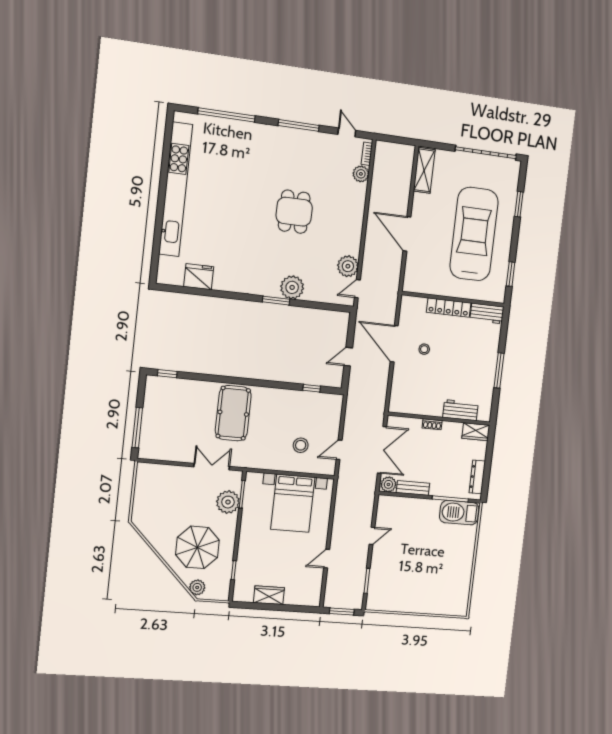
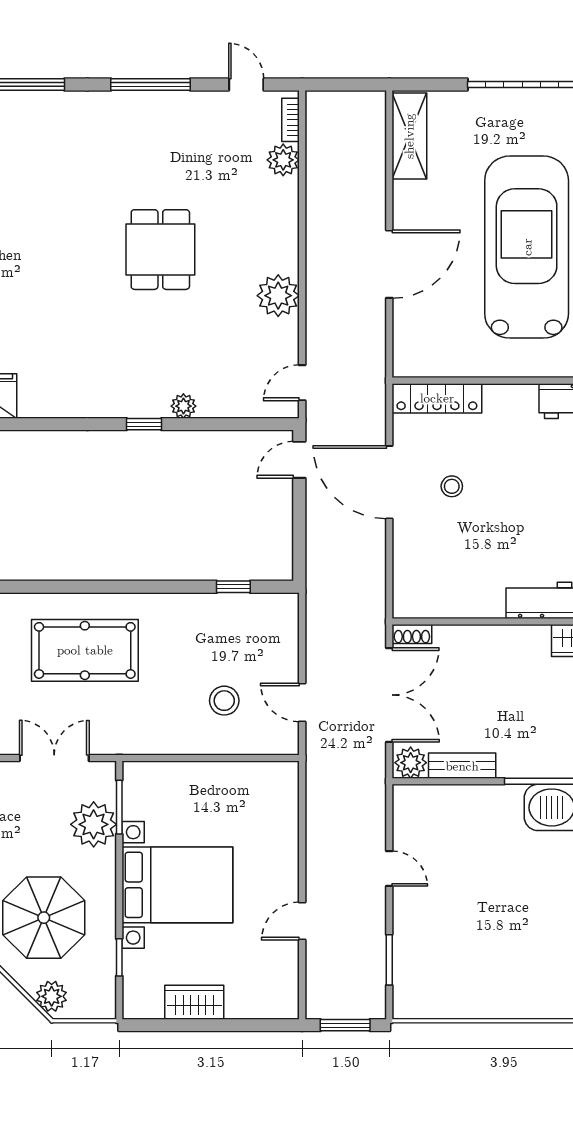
door: (407, 234) -> (389, 264), swing flipped
plant: (348, 266) -> (278, 296), moved
plant: (292, 287) -> (183, 406), width x0.53, depth x0.53
window: (276, 301) -> (144, 424), width x0.67
locker: (449, 308) -> (437, 398), moved
door: (348, 357) -> (299, 460), moved
pool table: (233, 413) -> (85, 650), turned 90
shoe rack: (432, 424) -> (412, 634), moved
door: (339, 450) -> (302, 703), hinge flipped
bed with nightstands: (293, 503) -> (177, 885), moved, turned -90
door: (372, 536) -> (389, 869), hinge flipped

